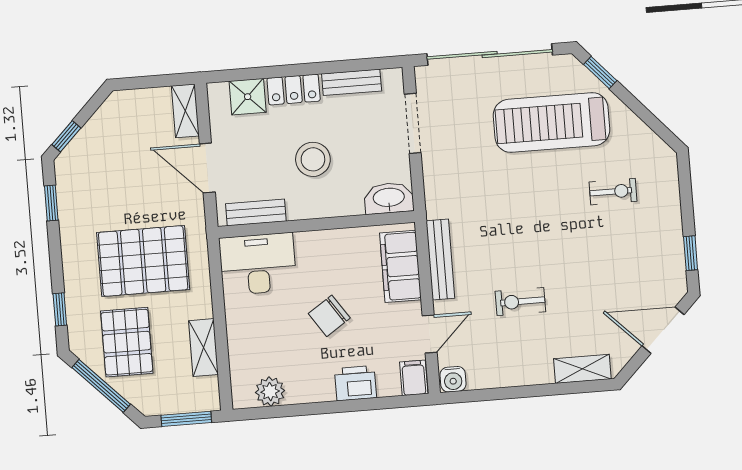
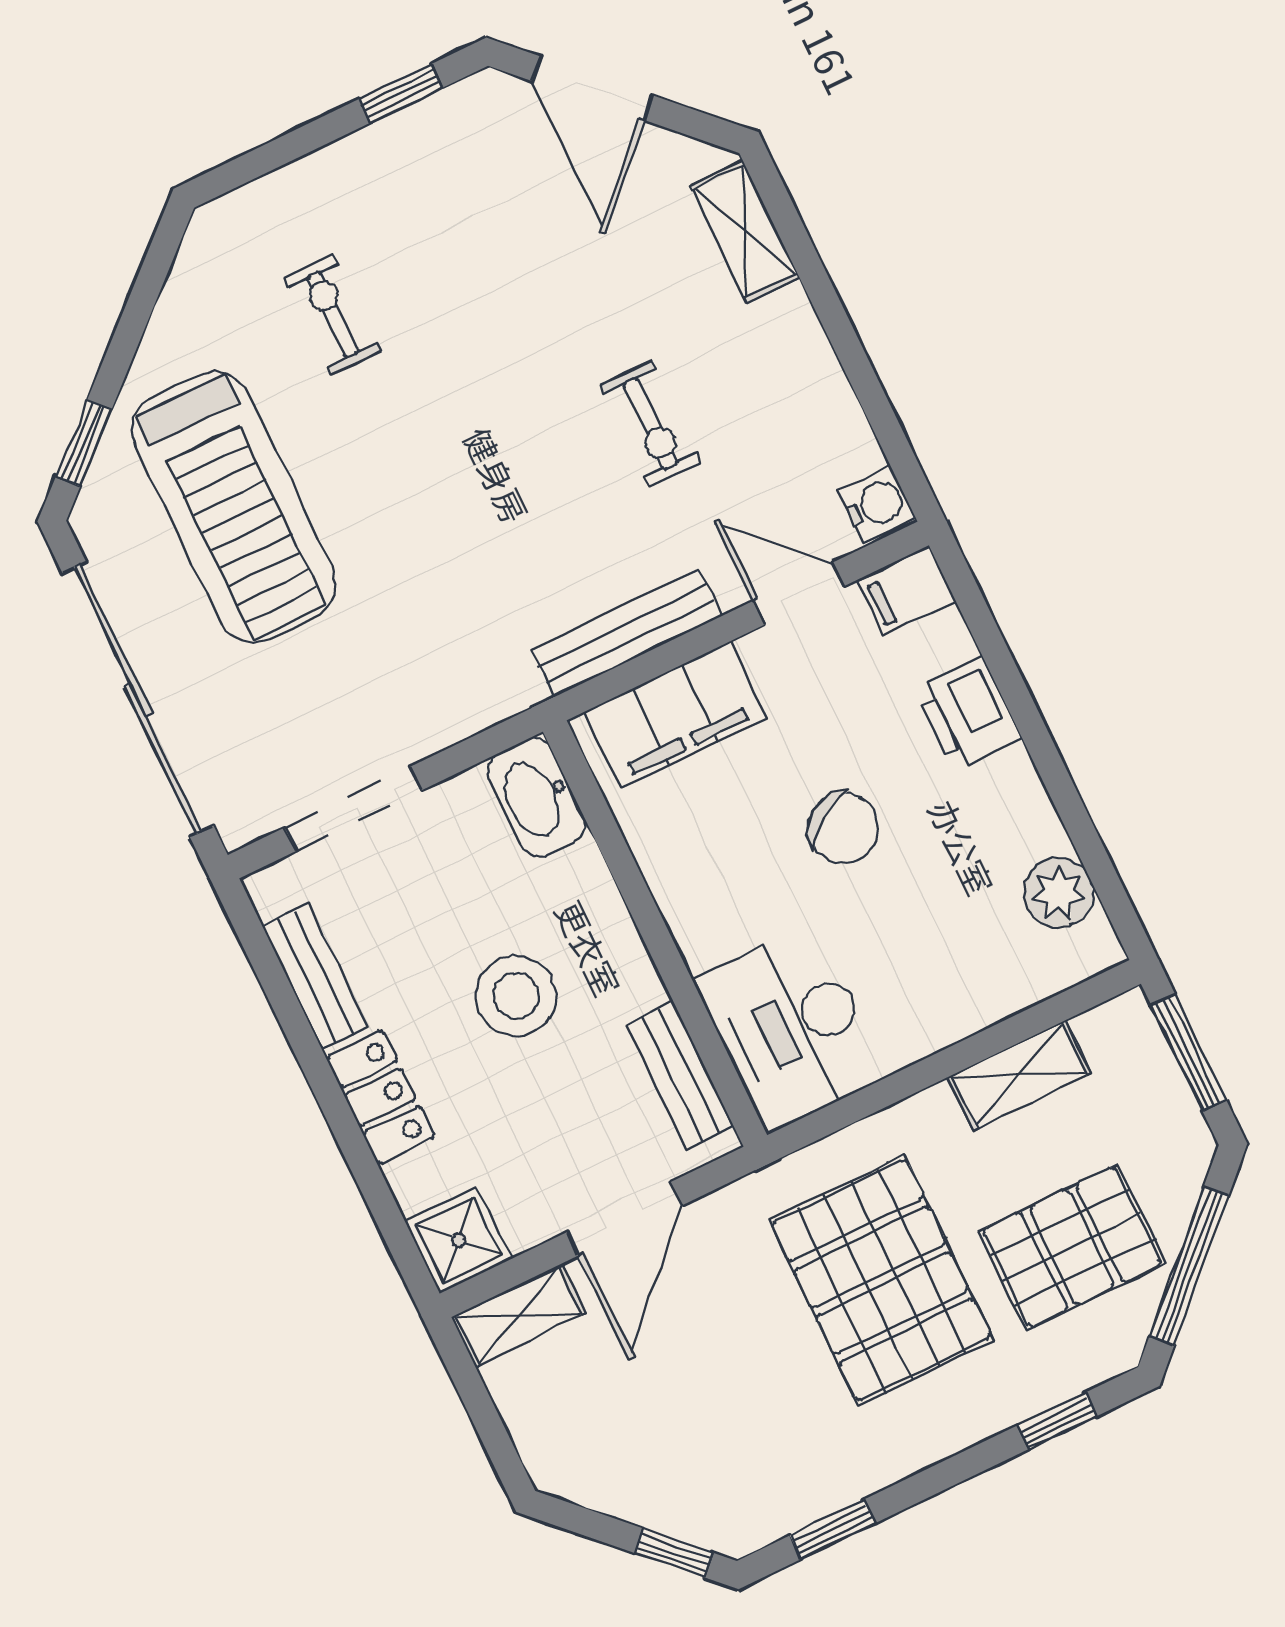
shower: (248, 97) -> (458, 1240), moved

